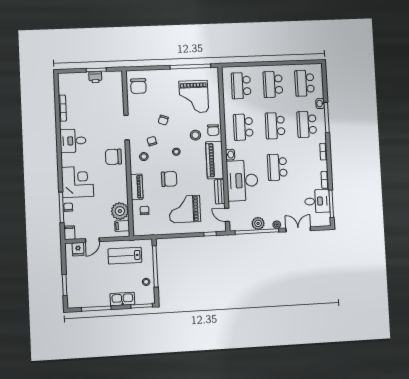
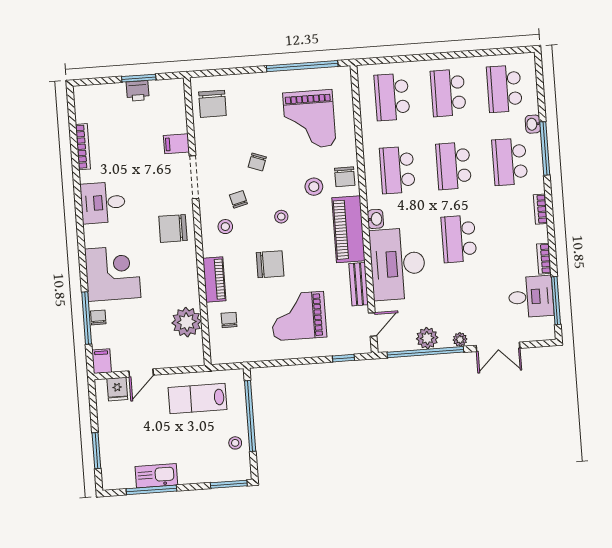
door: (227, 215) -> (373, 324), swing flipped
filing cabinet: (122, 226) -> (176, 144), moved
double door: (298, 229) -> (498, 347), swing flipped
kitchen sink: (122, 299) -> (156, 476), moved

